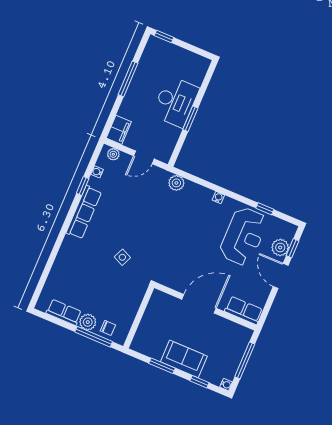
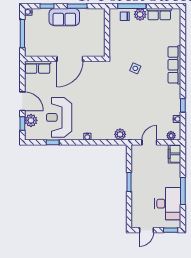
door: (194, 49) -> (146, 230), added
desk: (176, 102) -> (168, 204), moved, turned 180
row of seats: (84, 212) -> (174, 65), moved

